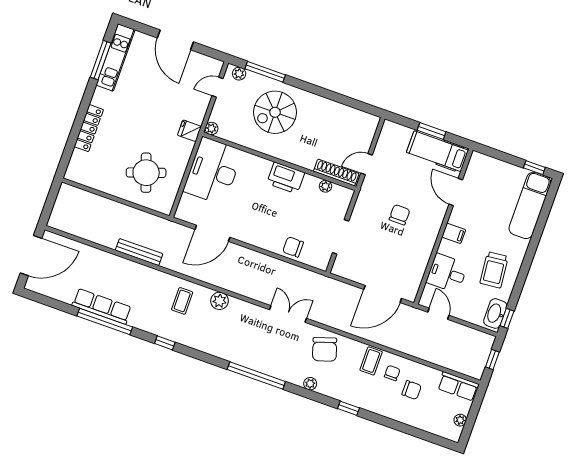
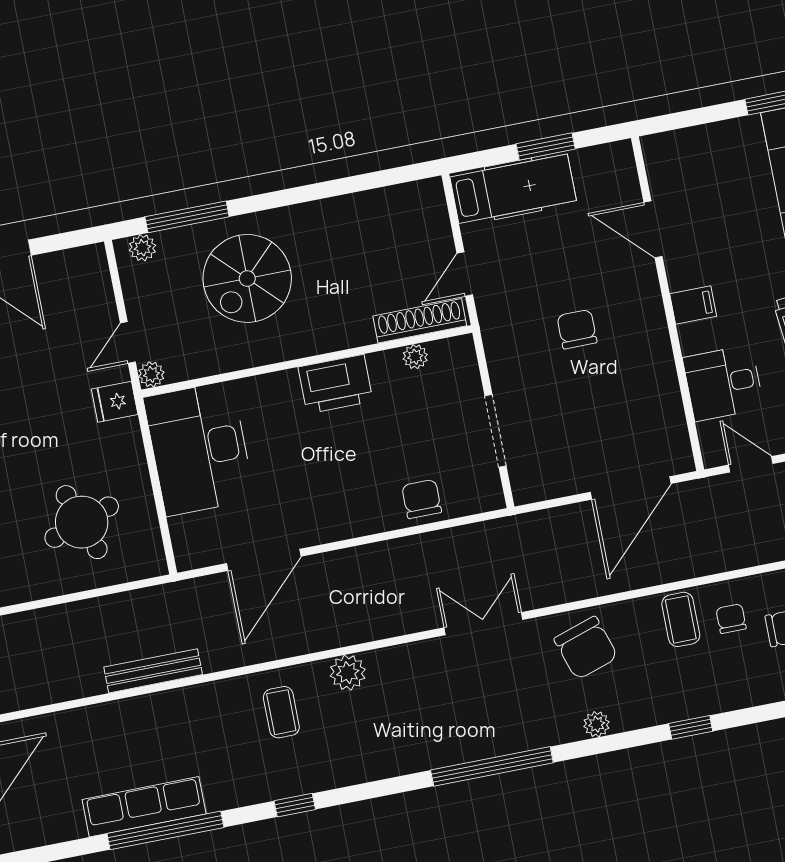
door: (217, 87) -> (128, 343), moved
hospital bed: (438, 151) -> (513, 189), moved, turned 180
chair: (293, 247) -> (422, 499), turned 90

